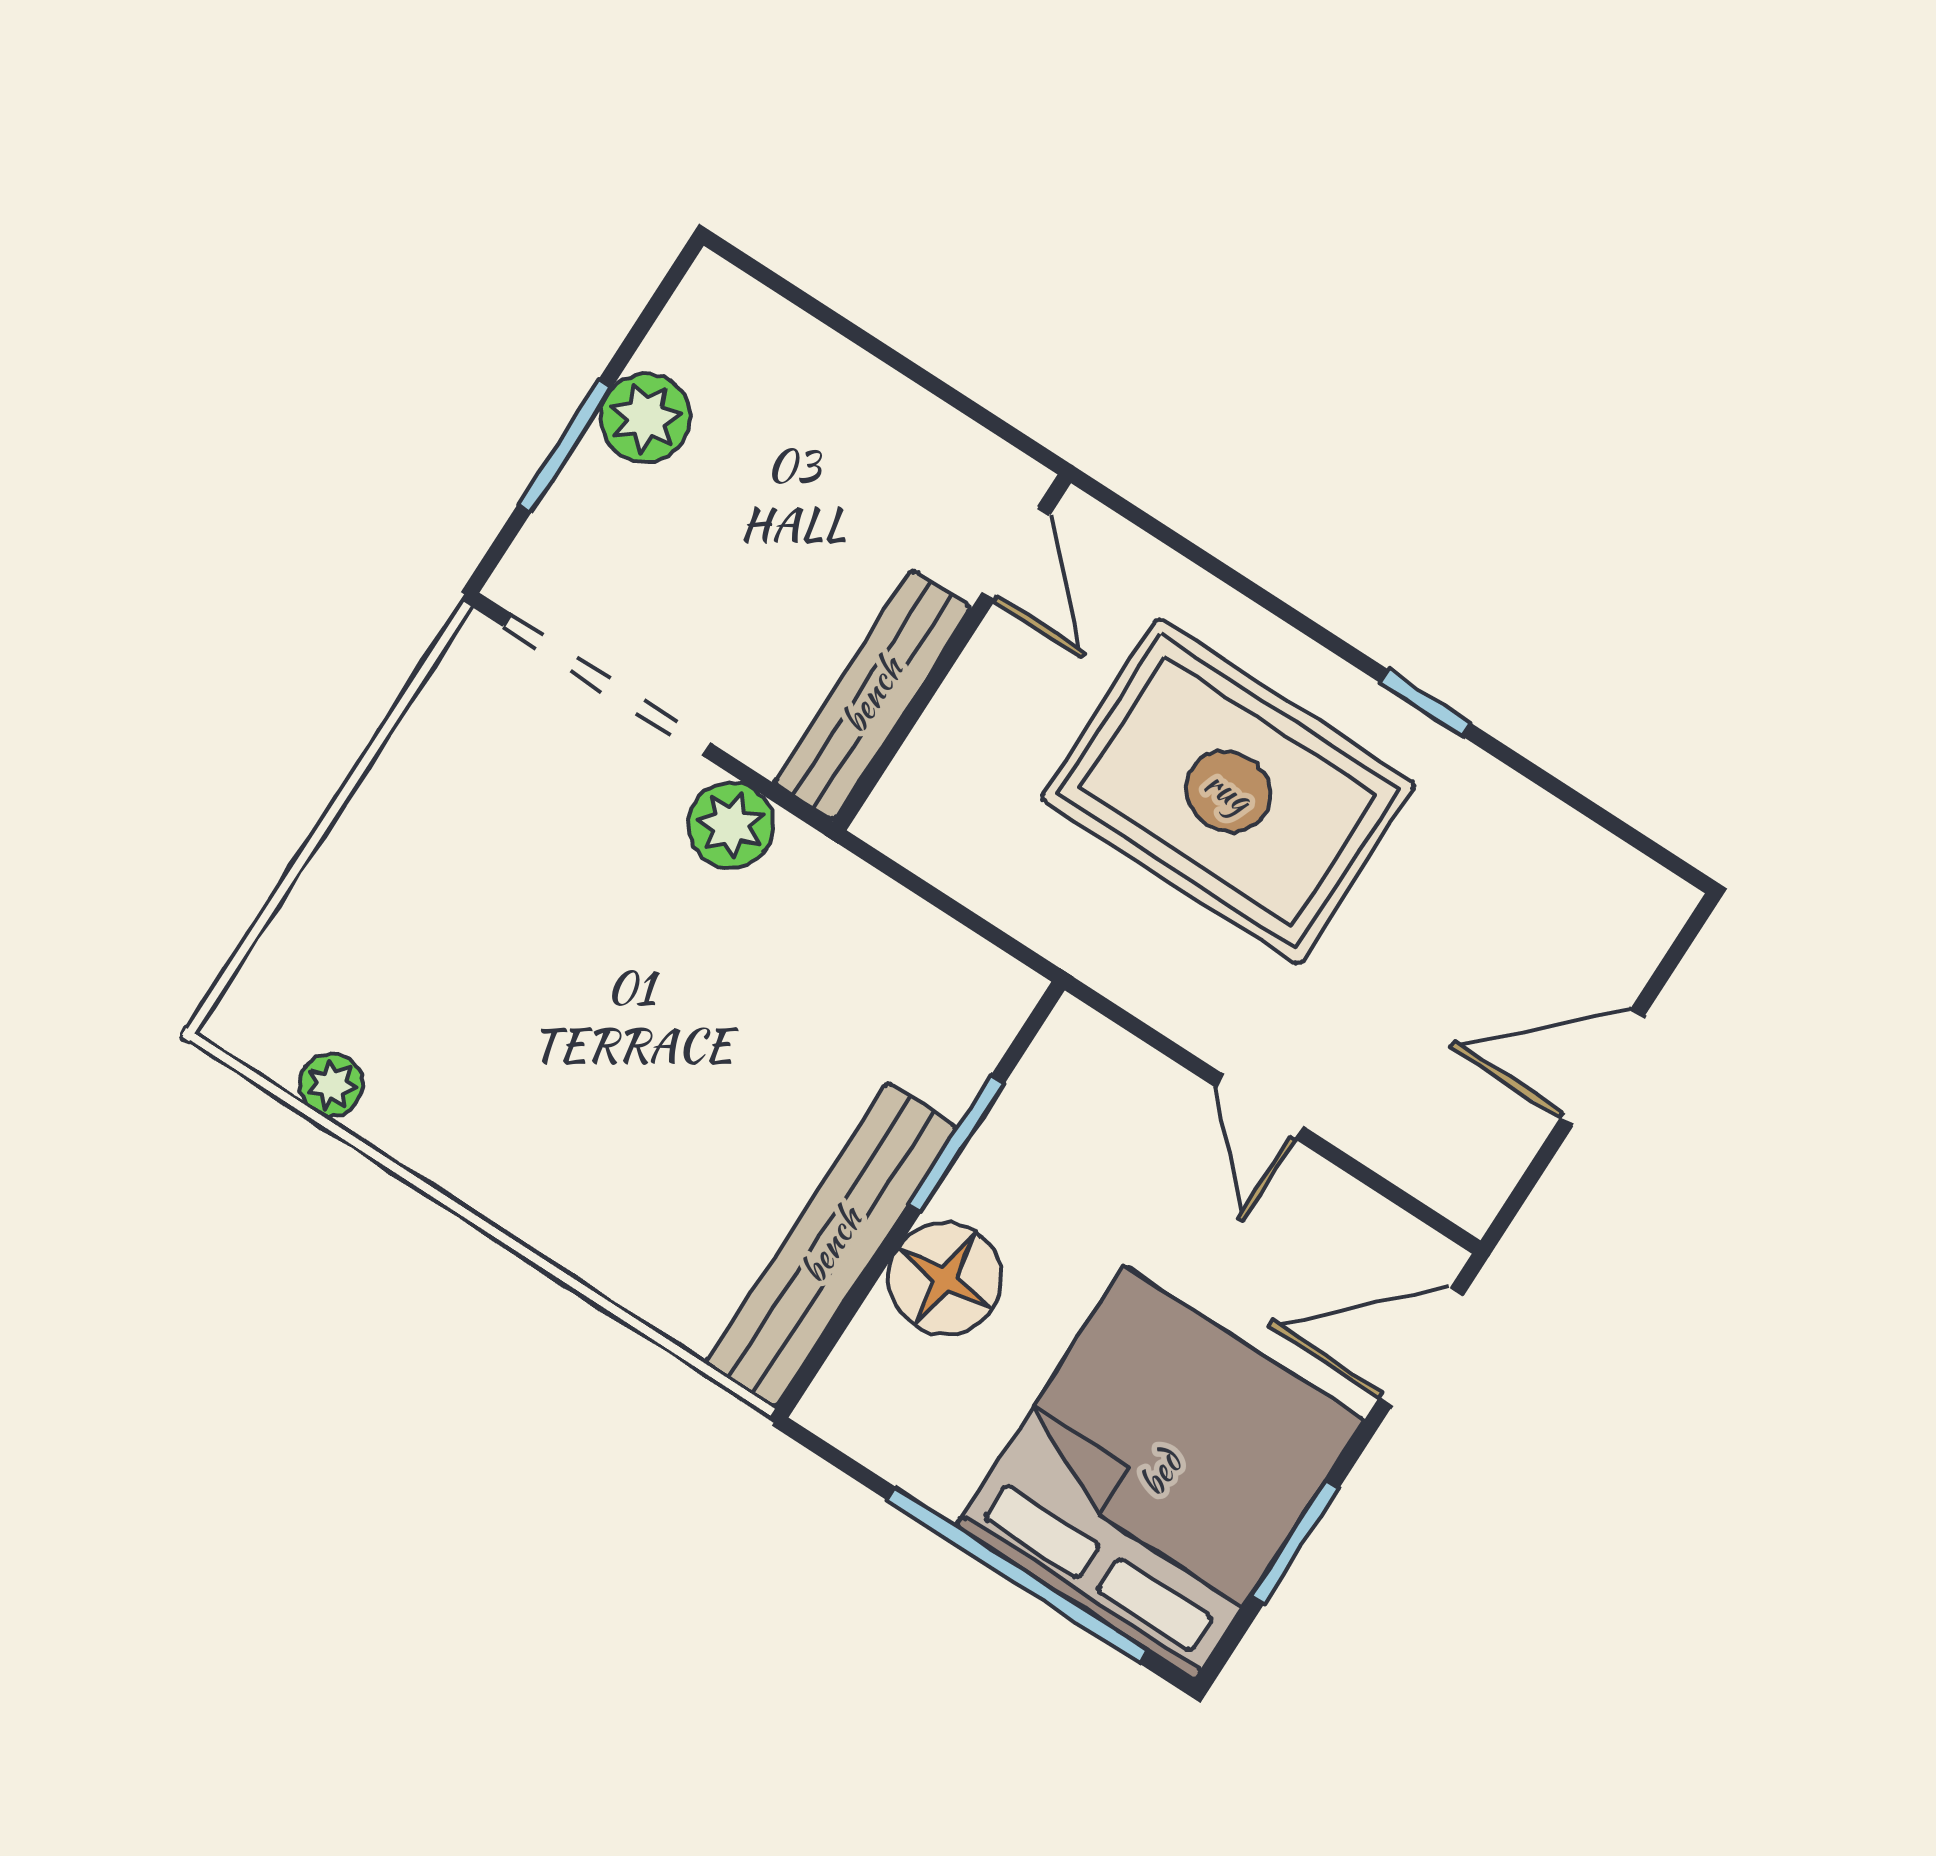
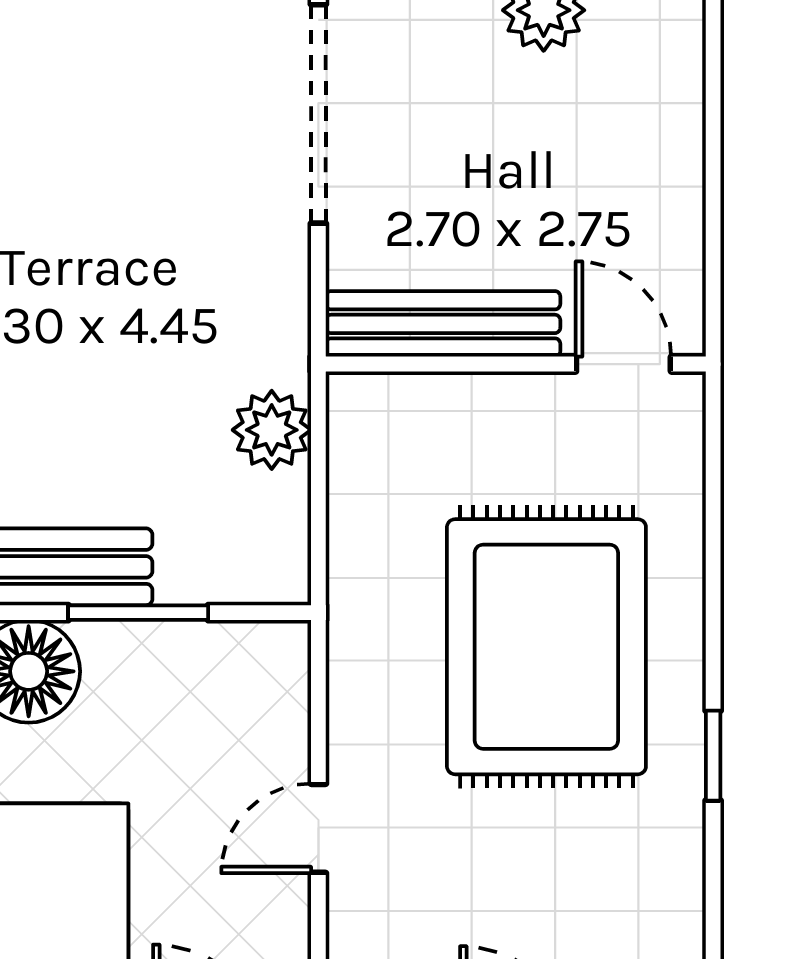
door: (1016, 554) -> (623, 364), swing flipped
plant: (731, 825) -> (272, 430), moved

